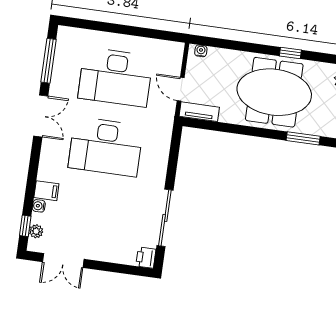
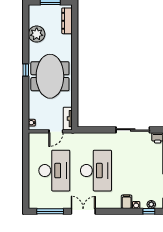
window: (303, 138) -> (75, 55), removed

